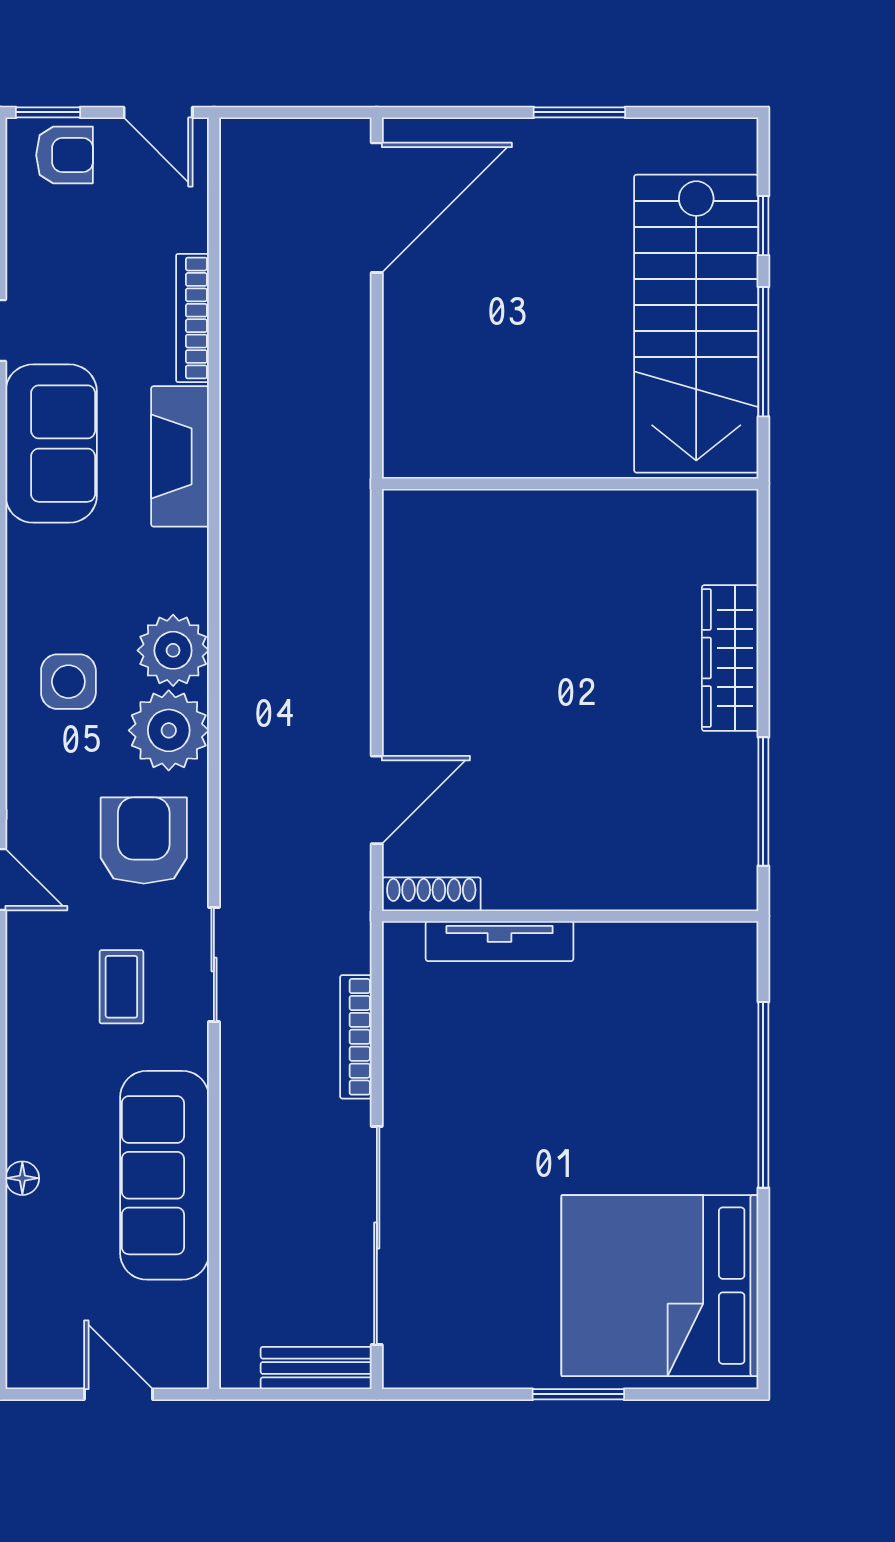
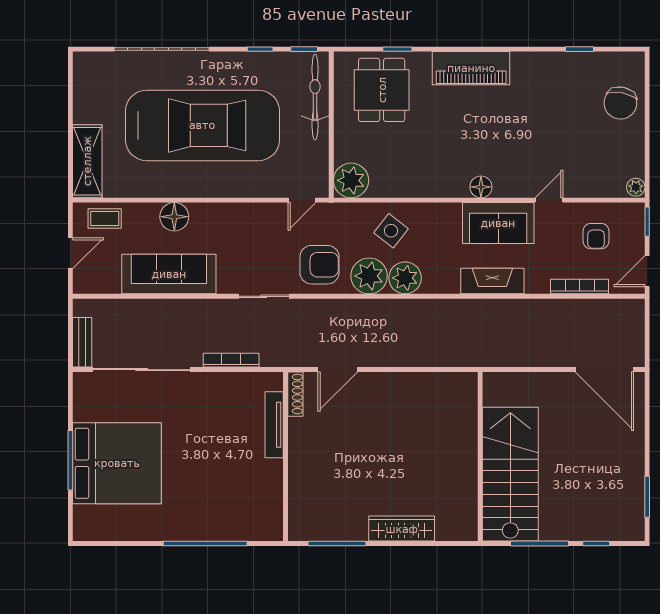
window: (579, 112) -> (647, 497), moved
armchair: (65, 155) -> (596, 236), moved
bookcase: (192, 318) -> (580, 287), moved
stairs: (696, 324) -> (510, 474), moved, turned 90
side table: (68, 682) -> (391, 231), turned 38
door: (377, 800) -> (338, 370), hinge flipped
coffee table: (121, 987) -> (105, 218), moved
floor lamp: (22, 1178) -> (174, 217), width x1.89, depth x1.89
bed: (660, 1286) -> (117, 463), moved, turned 90
window: (578, 1394) -> (70, 460), width x1.44

